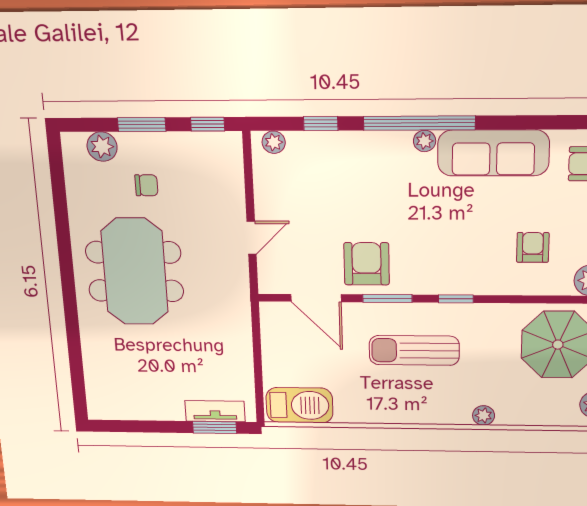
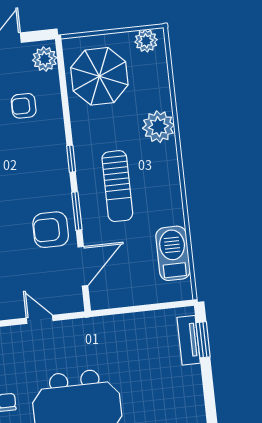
barbecue: (299, 405) -> (173, 253), moved
plant: (484, 415) -> (158, 127), width x1.88, depth x1.88

